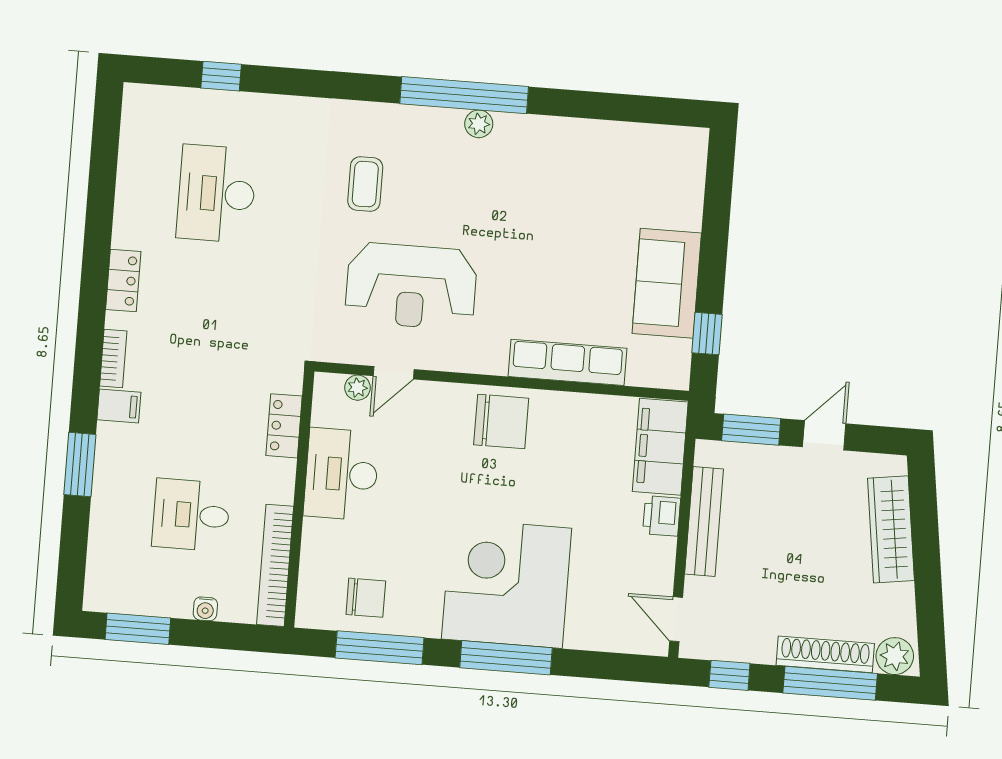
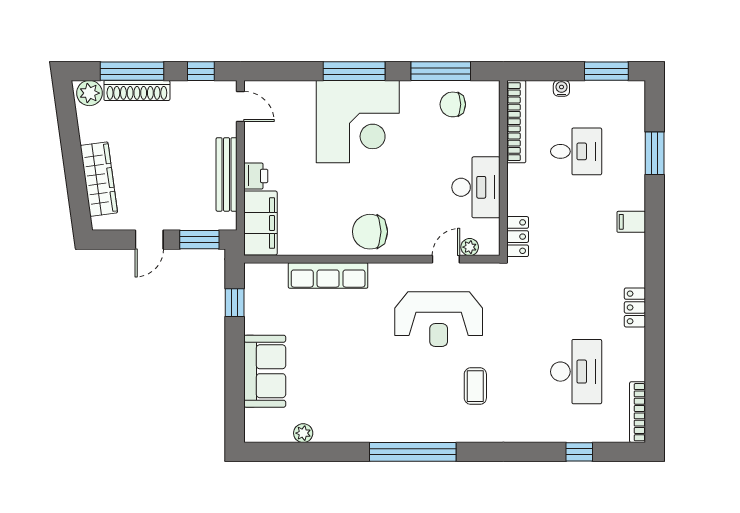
plant: (479, 124) -> (303, 433), moved
sofa: (667, 283) -> (265, 371), moved
reception desk: (411, 286) -> (439, 319), turned 180
bookcase: (113, 358) -> (638, 412), moved, width x1.56
locker: (284, 426) -> (518, 237), moved
window: (80, 464) -> (655, 153), moved

